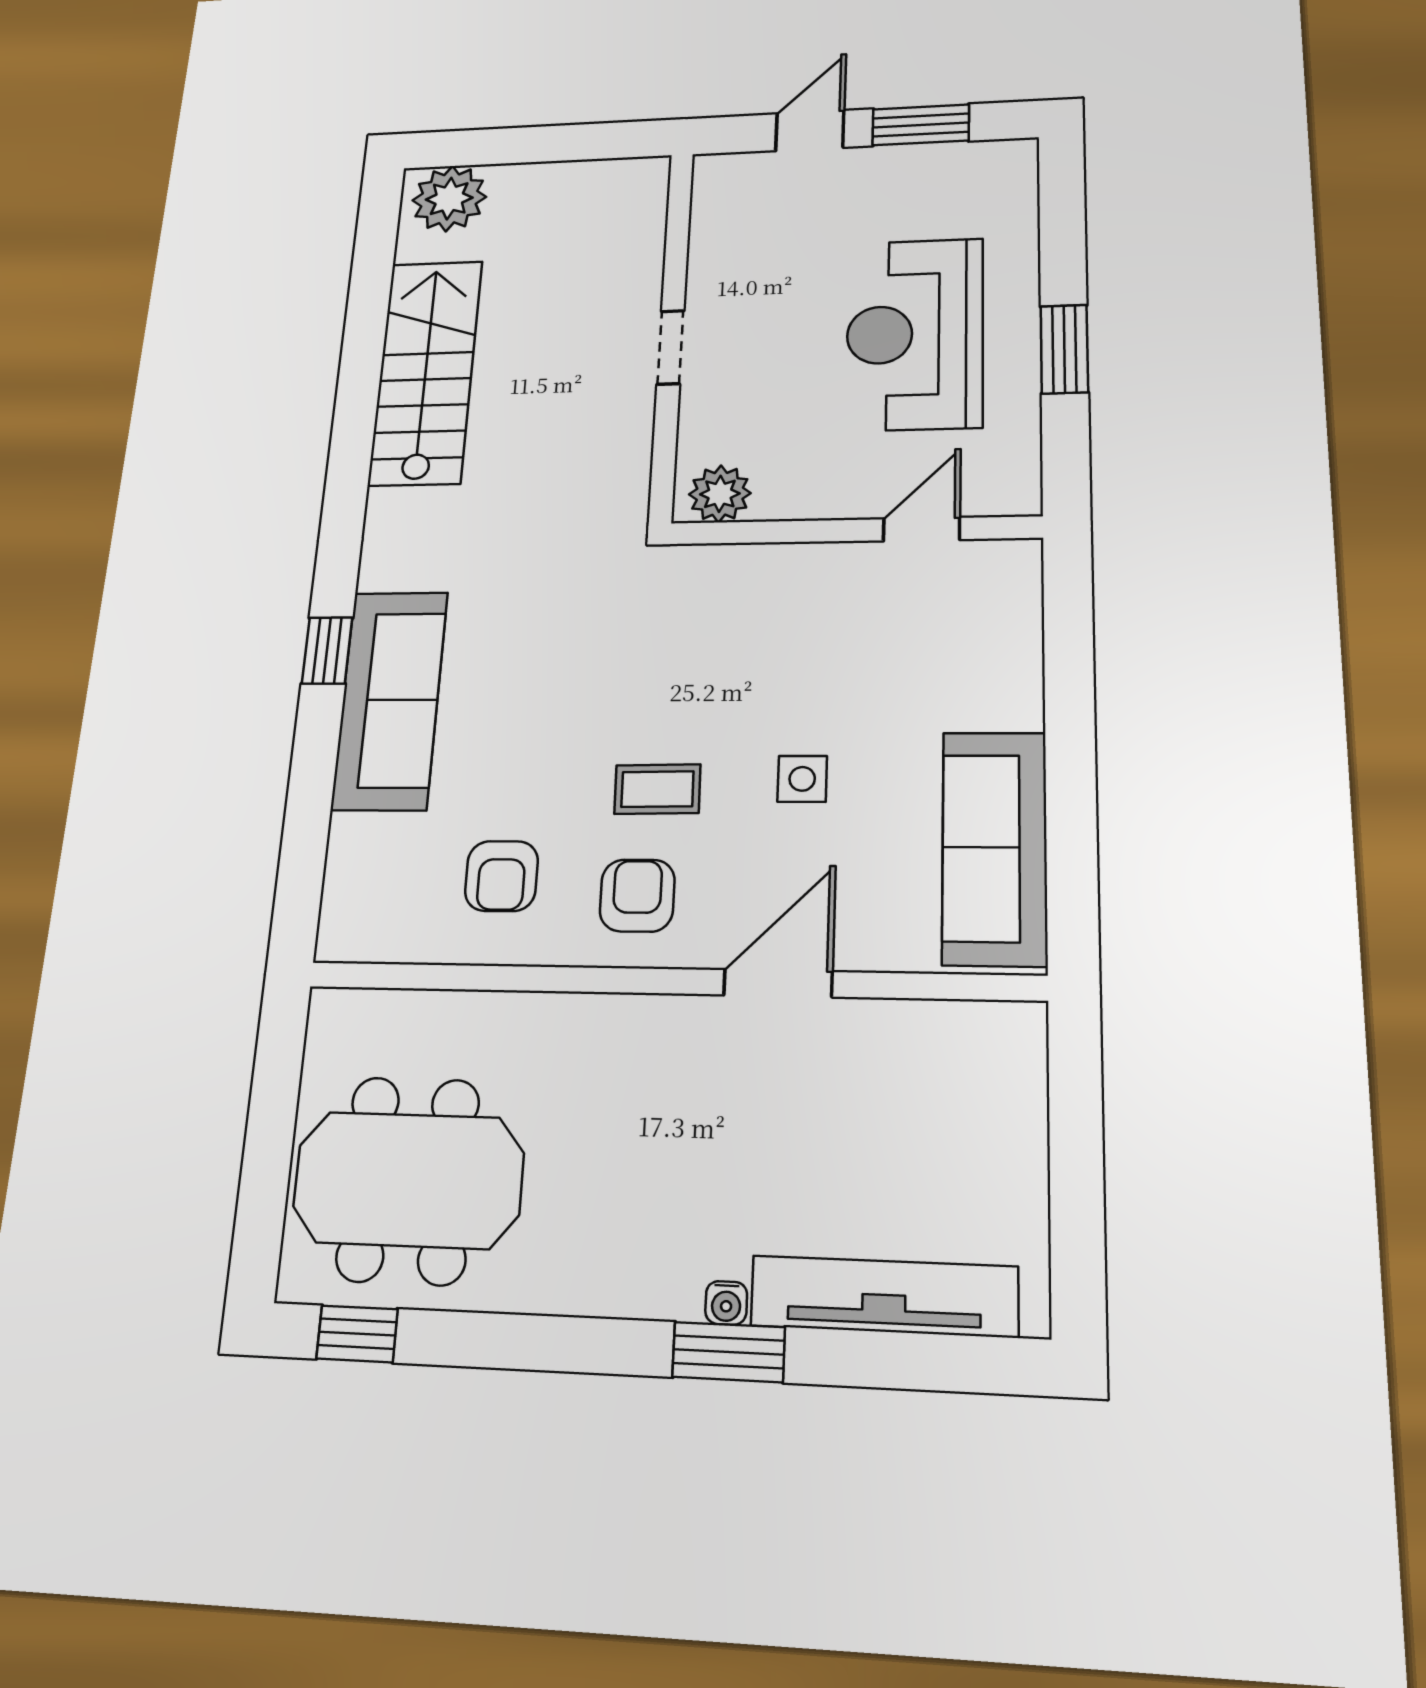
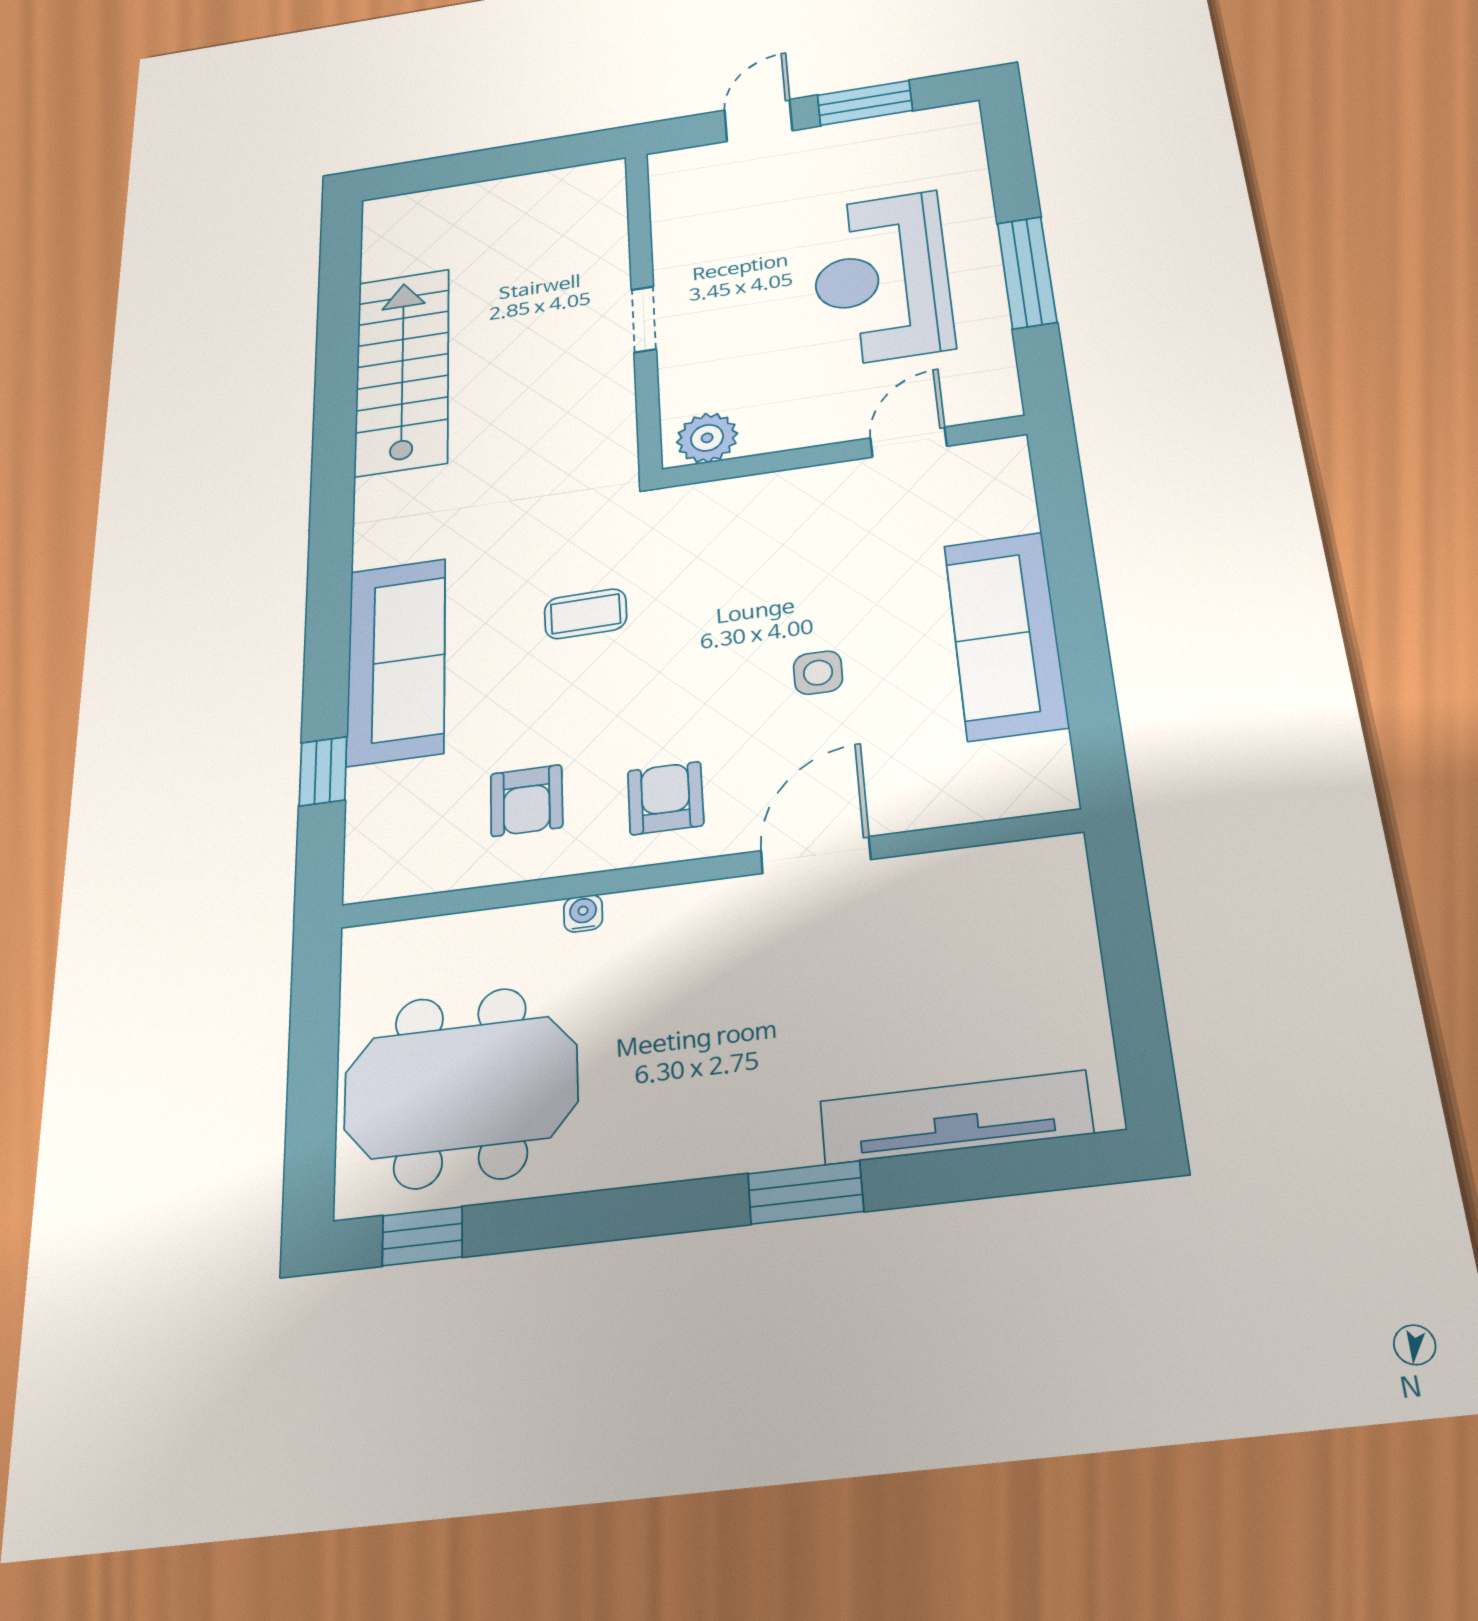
plant: (449, 199) -> (410, 220), removed
window: (1064, 349) -> (1027, 272), width x1.44
window: (327, 651) -> (323, 771), moved
coffee table: (657, 789) -> (586, 614), moved
sofa: (994, 847) -> (1005, 635), moved
water cooler: (726, 1303) -> (583, 913), moved, turned 180

